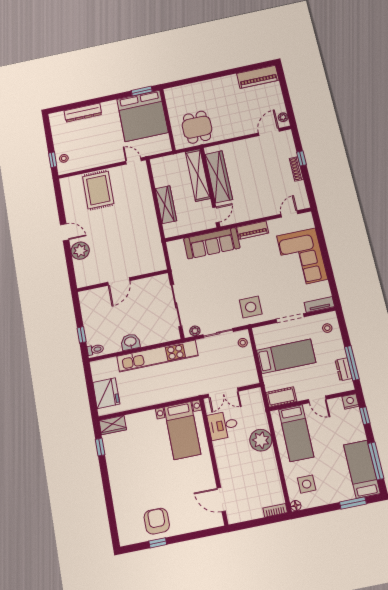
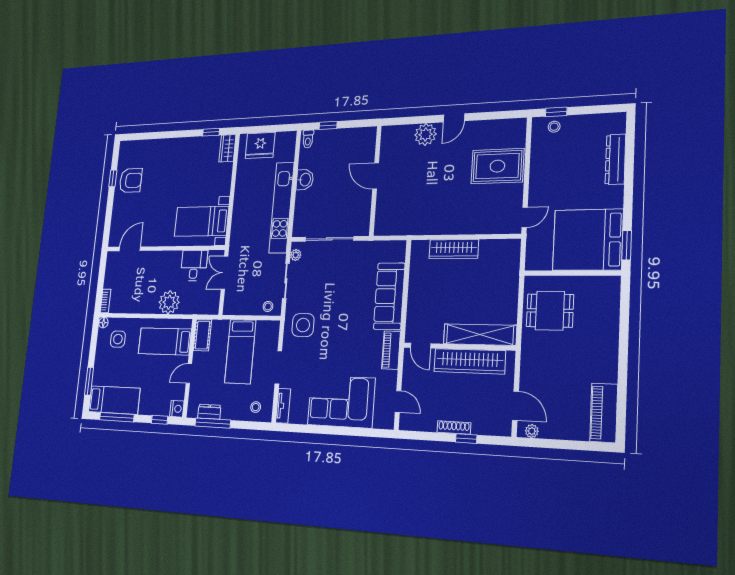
shelving: (198, 175) -> (480, 335), moved
wardrobe: (219, 177) -> (470, 361), moved
wall: (210, 187) -> (459, 347), moved
door: (216, 215) -> (421, 346), moved

